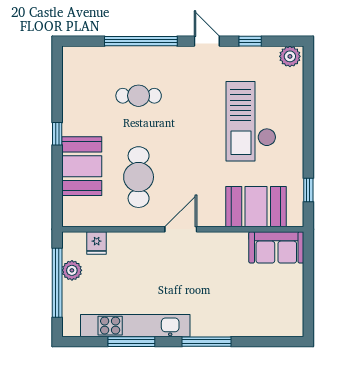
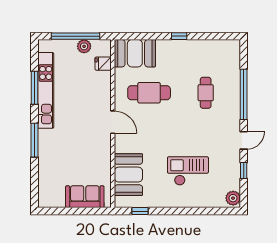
checkout: (251, 121) -> (188, 171), width x0.73, depth x0.83
booth: (82, 166) -> (135, 53), moved
sofa: (276, 247) -> (85, 197), moved, turned 90

